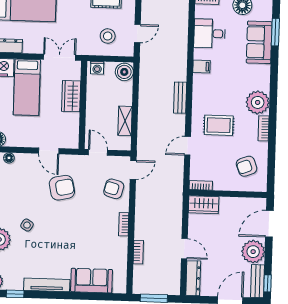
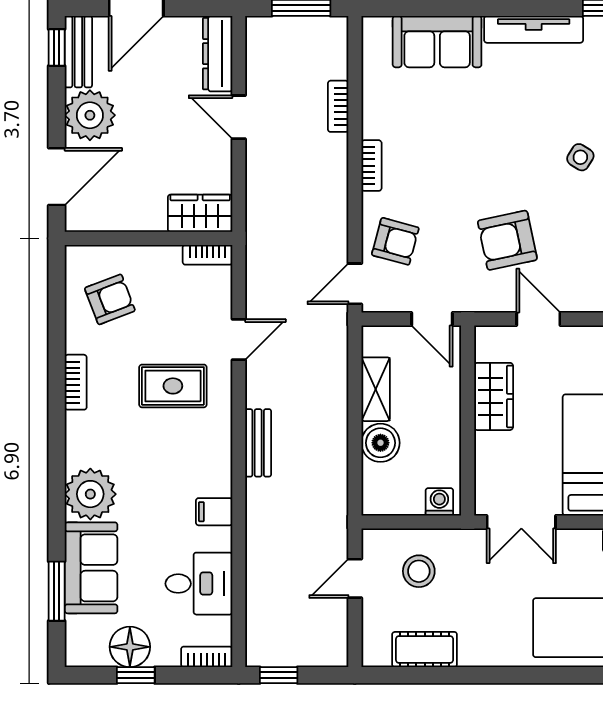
boiler: (124, 72) -> (380, 443), moved
wardrobe: (71, 96) -> (494, 396), moved
plant: (258, 102) -> (90, 494), moved

